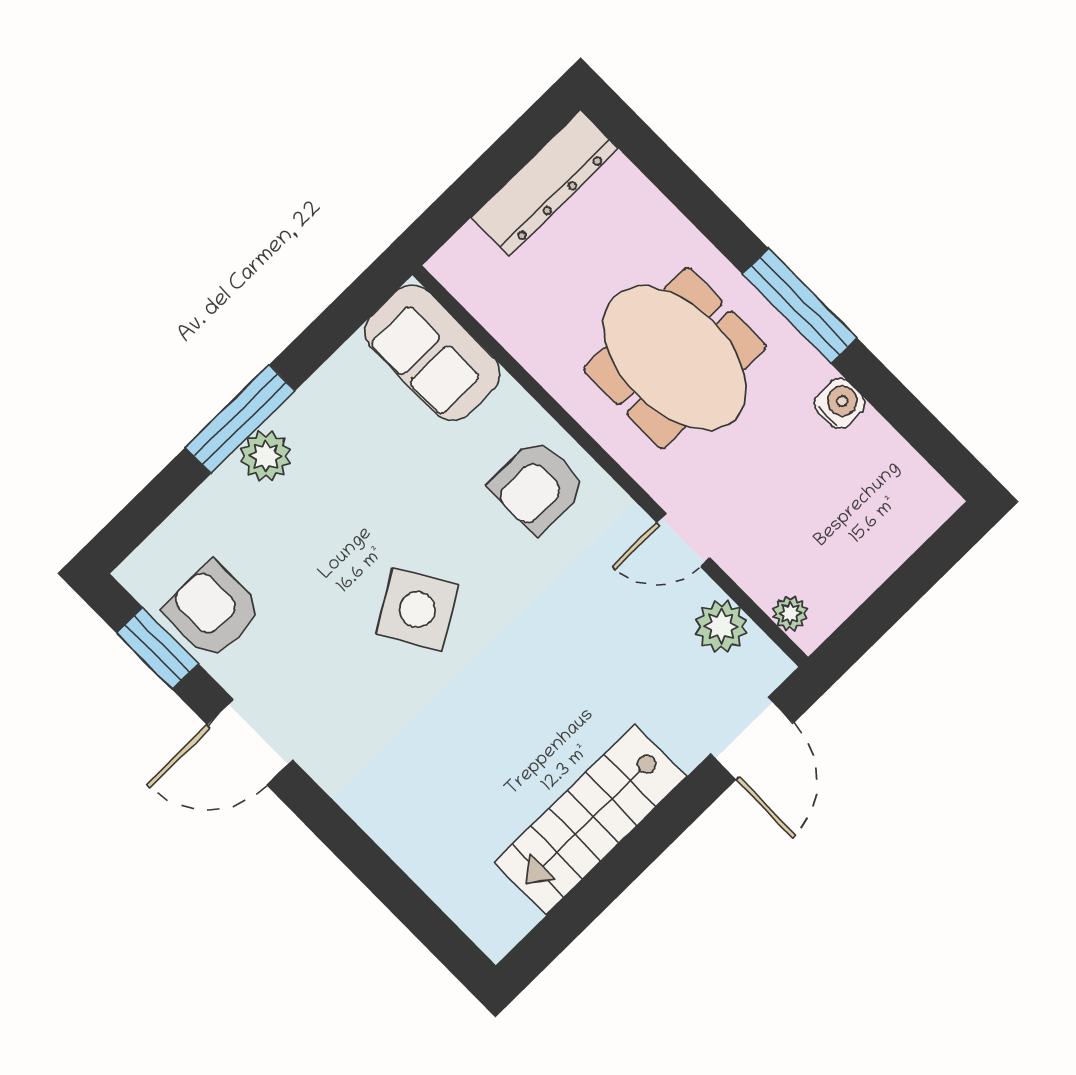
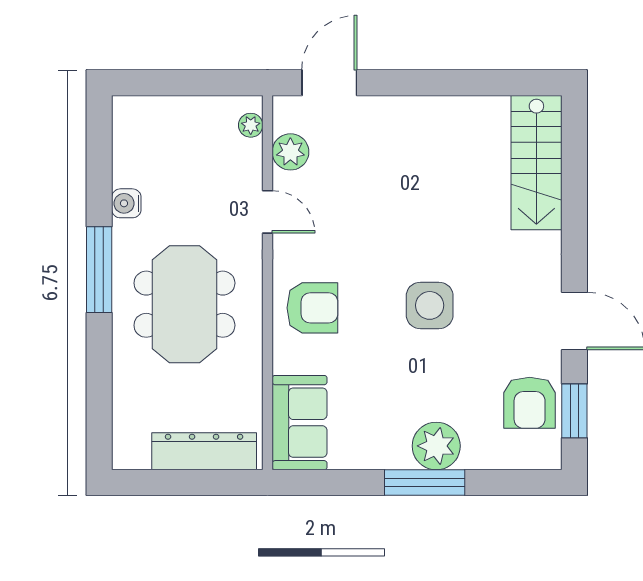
dresser: (545, 183) -> (204, 451), moved
plant: (266, 456) -> (436, 446), width x1.36, depth x1.36
side table: (417, 609) -> (430, 305), turned 31
stairs: (591, 819) -> (536, 163), moved, turned 90

